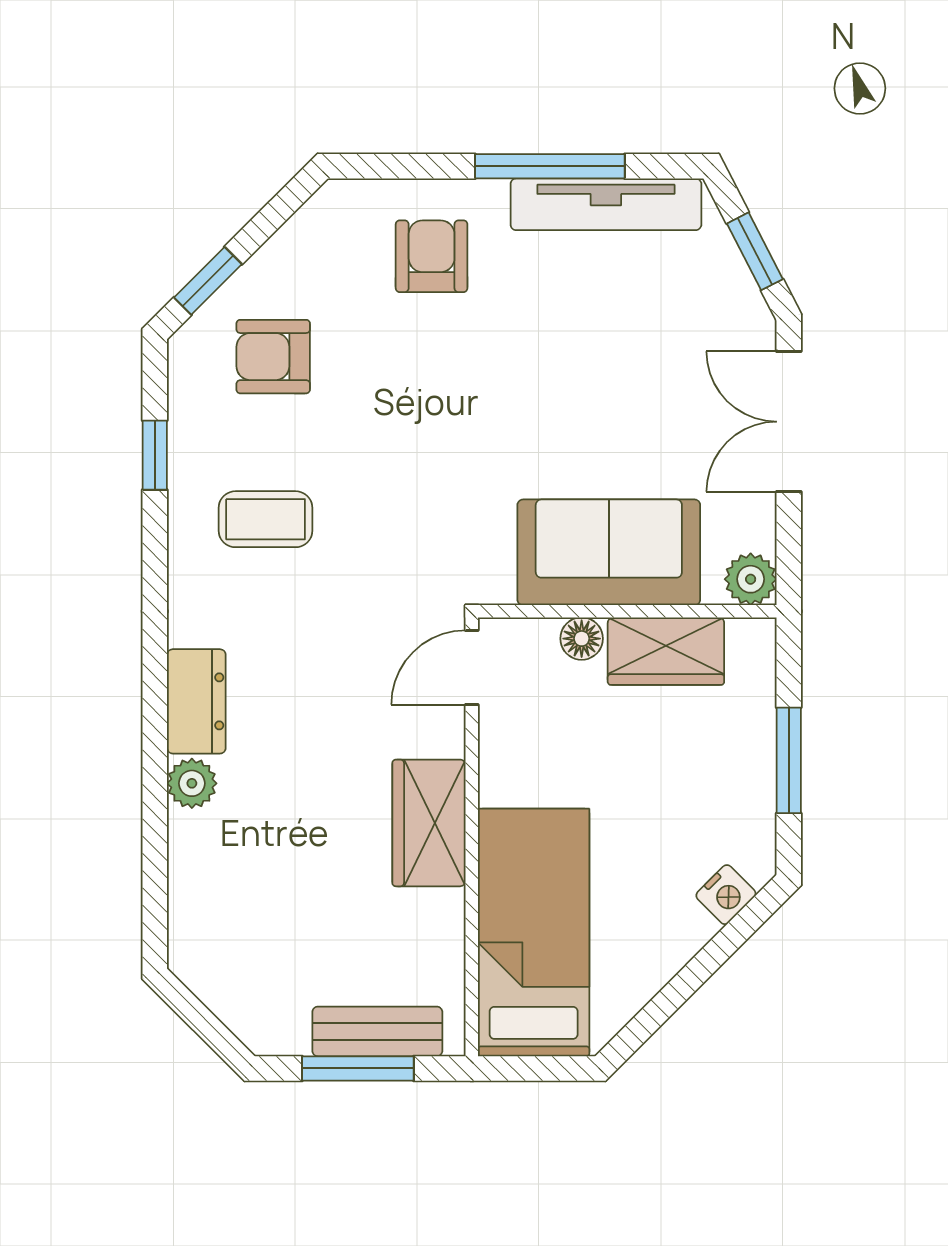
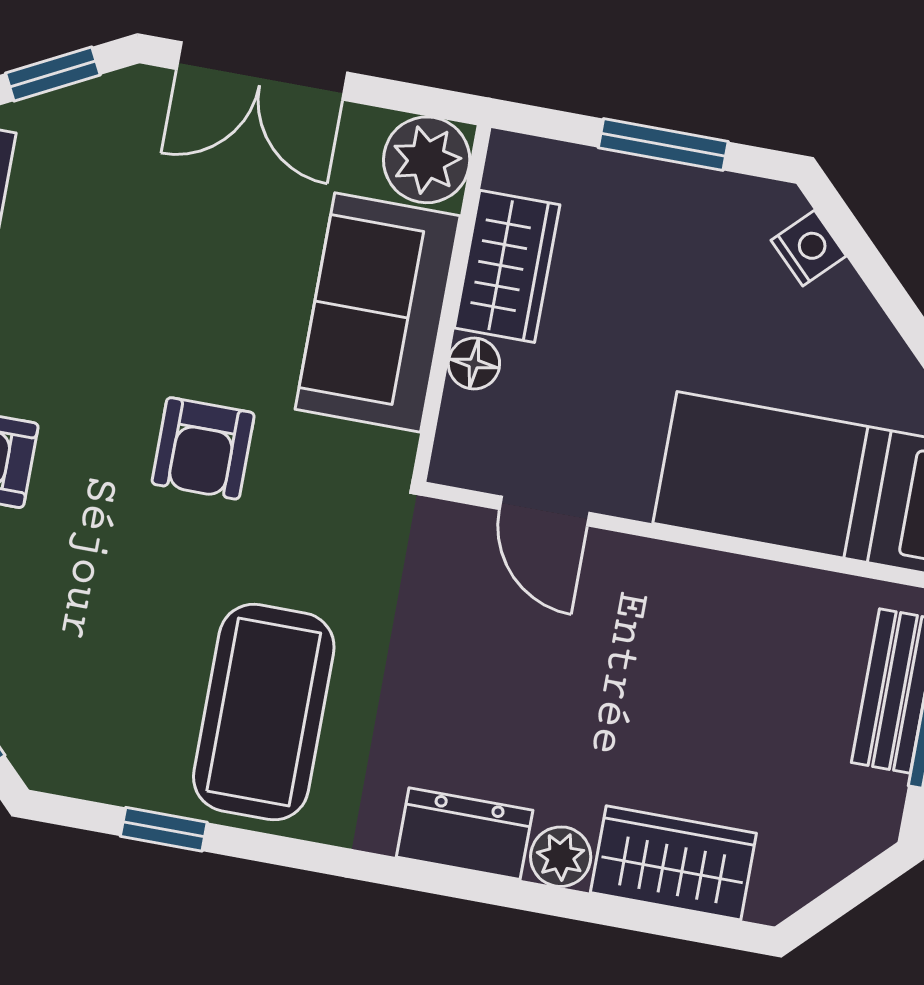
armchair: (273, 357) -> (203, 448), moved
coffee table: (266, 519) -> (264, 712), width x1.86, depth x1.72
plant: (751, 579) -> (427, 160), width x1.38, depth x1.38
door: (472, 667) -> (544, 511), moved
wardrobe: (429, 823) -> (673, 863), moved, turned 180

